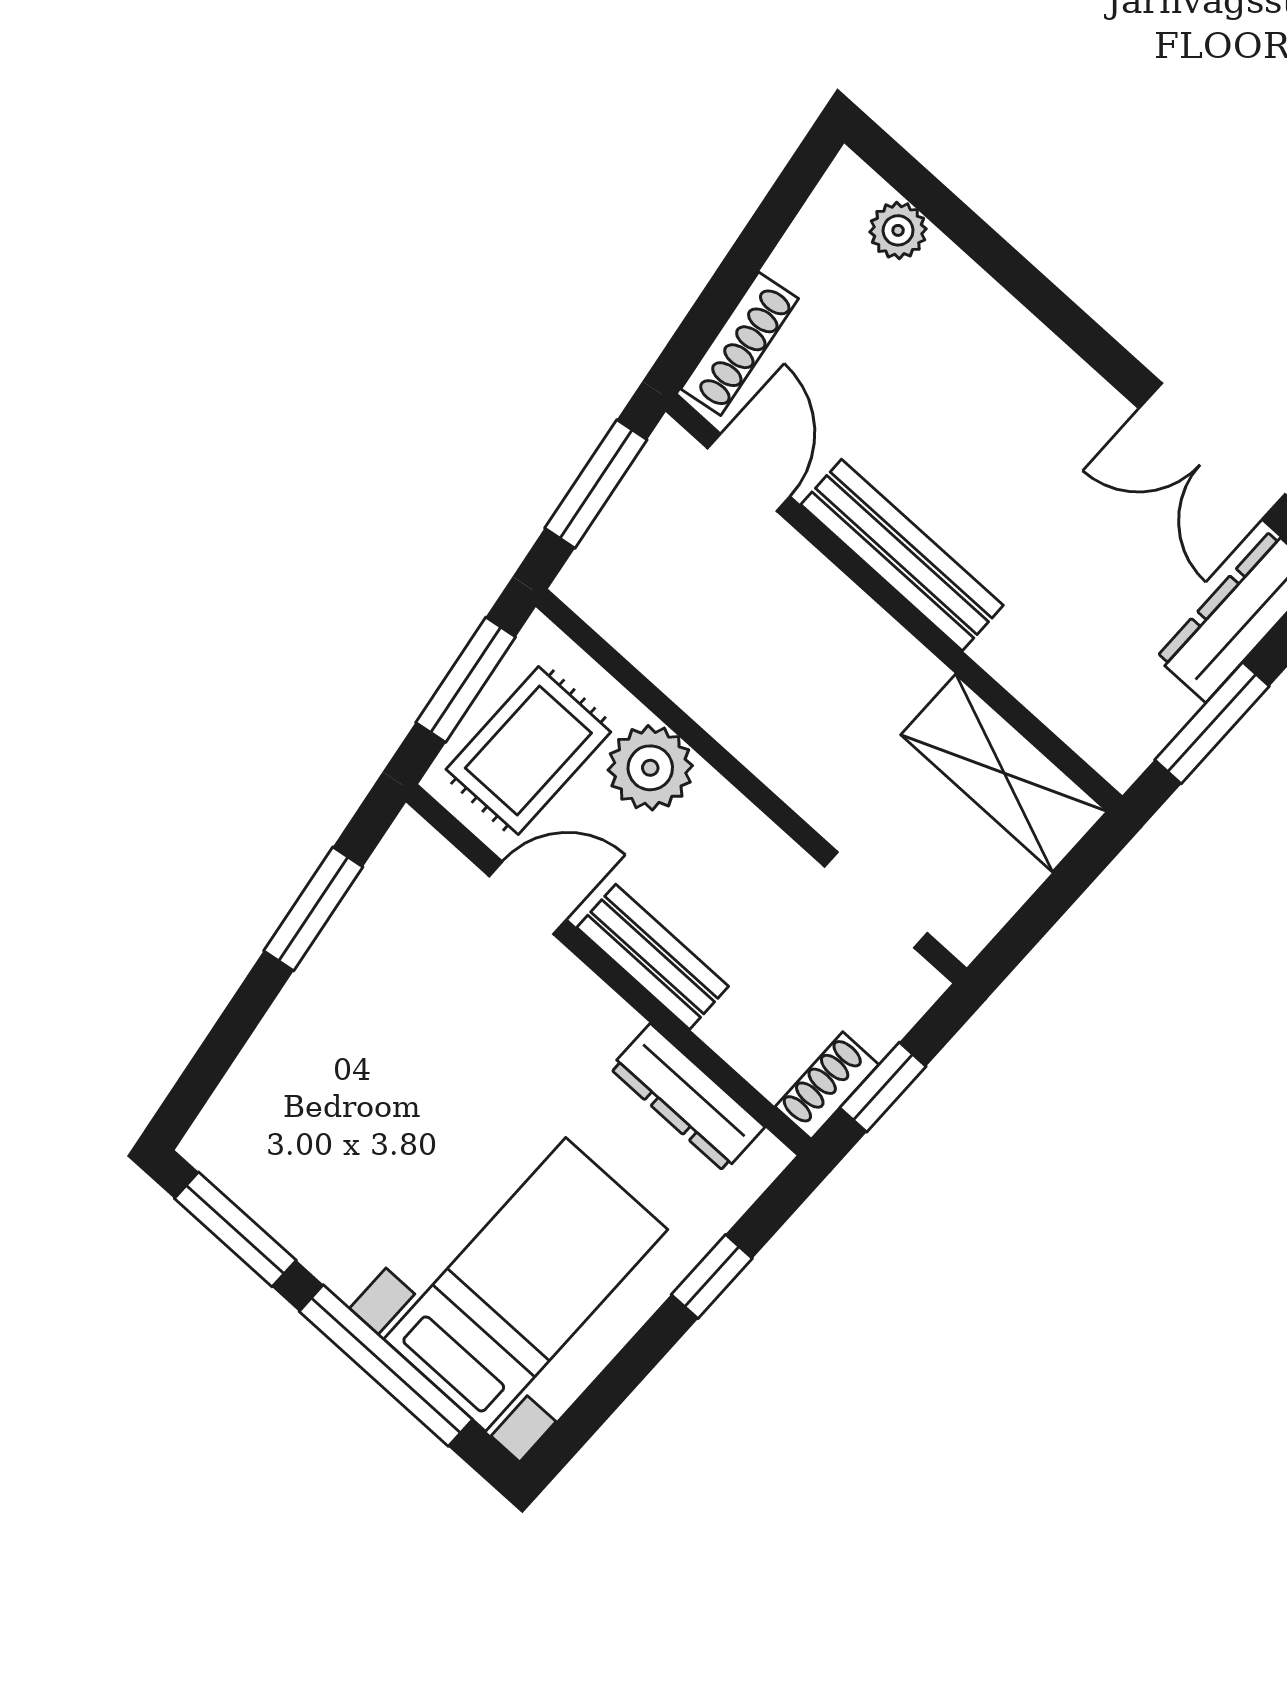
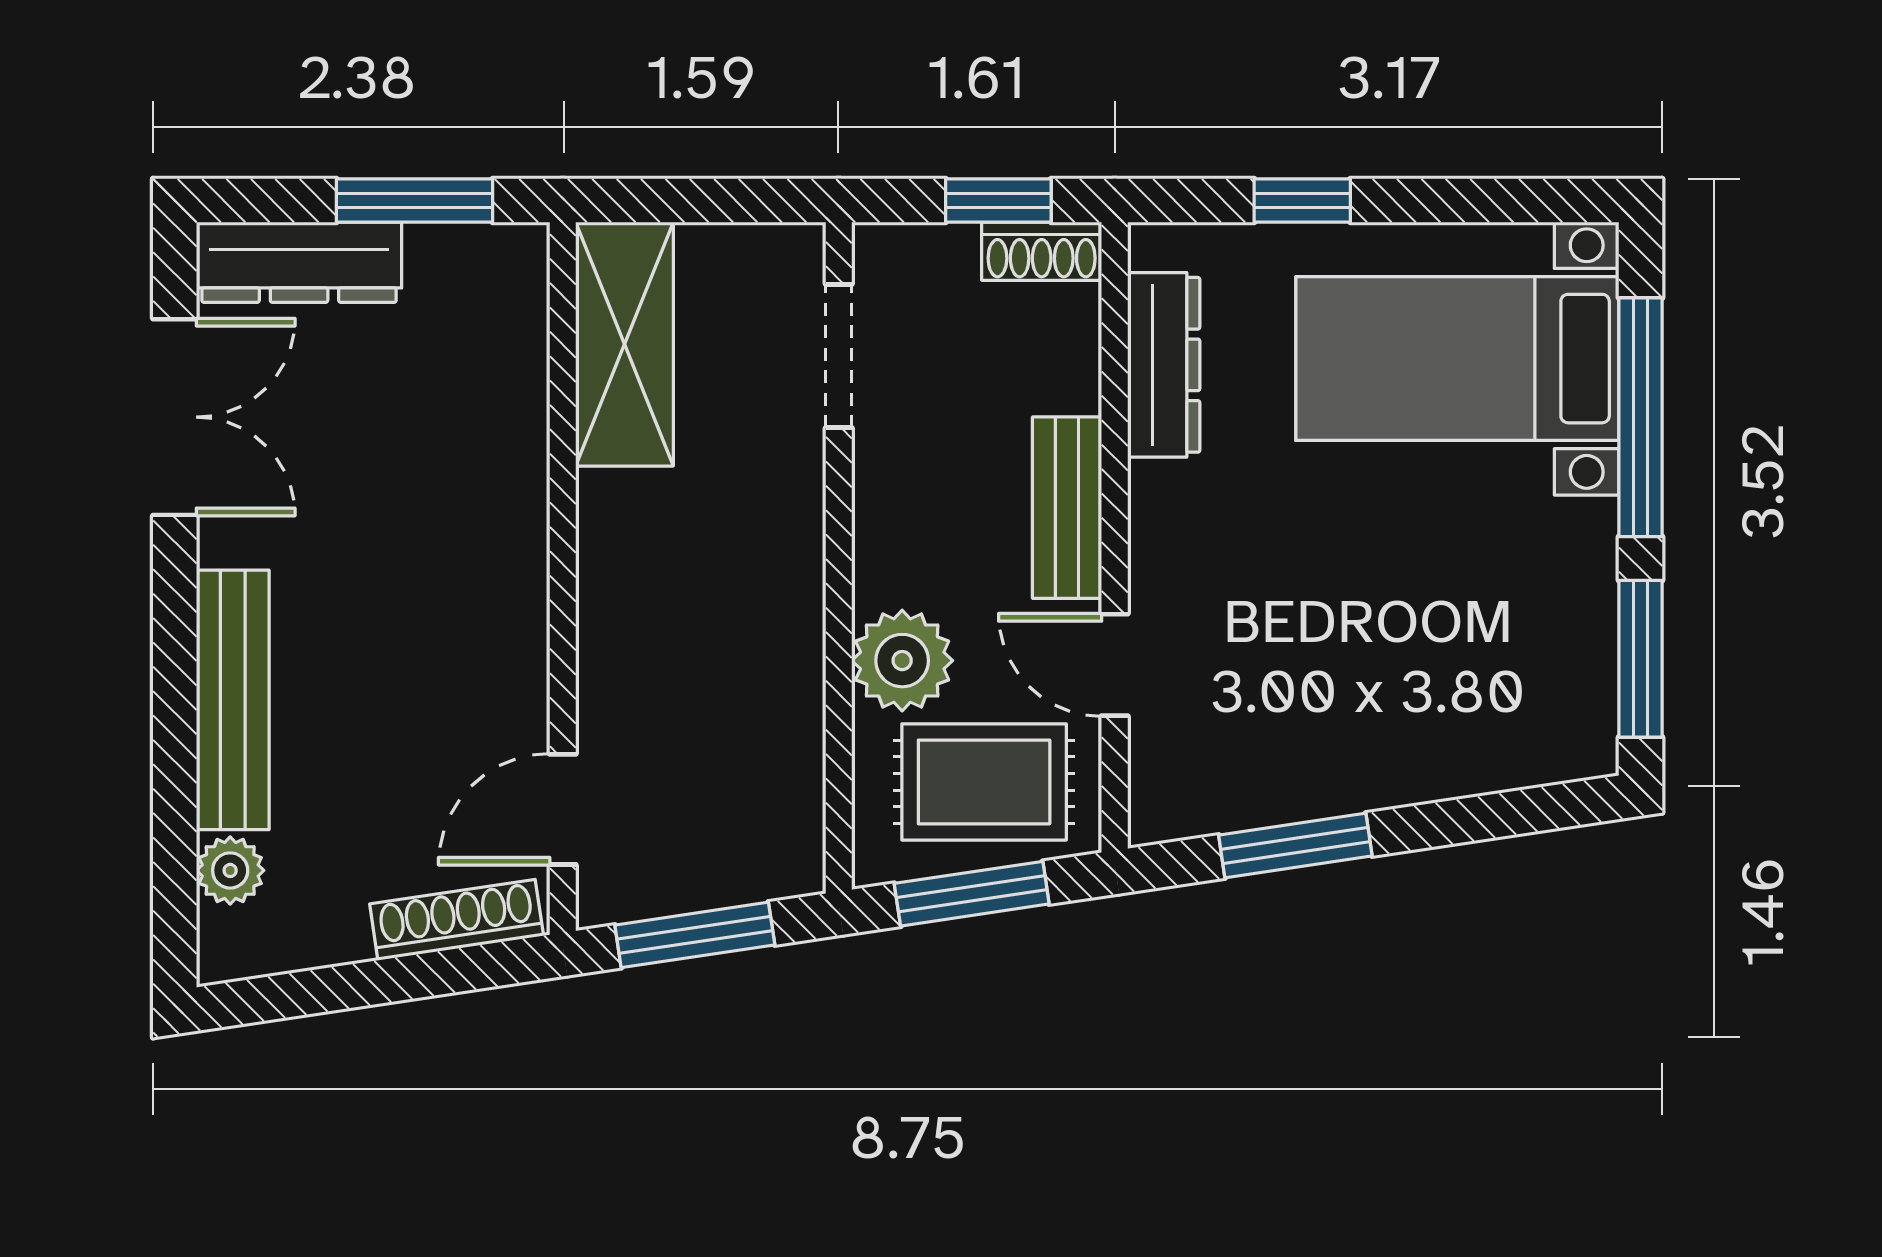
bench: (902, 555) -> (233, 700), moved

